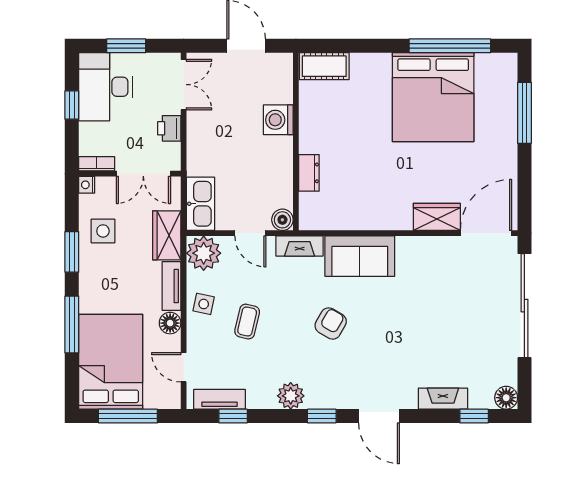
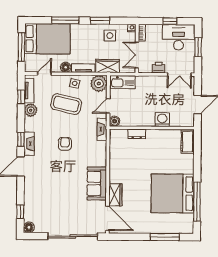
sofa: (360, 256) -> (97, 184), moved
coffee table: (247, 322) -> (66, 104), width x1.86, depth x1.72
armchair: (331, 323) -> (65, 144), turned -120
plant: (291, 396) -> (31, 110), moved
fireplace: (443, 399) -> (29, 144), moved

